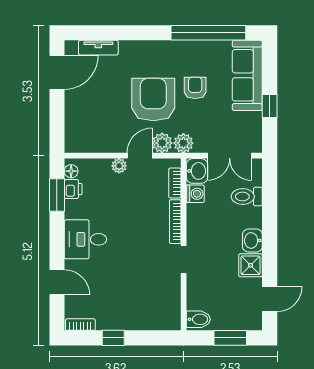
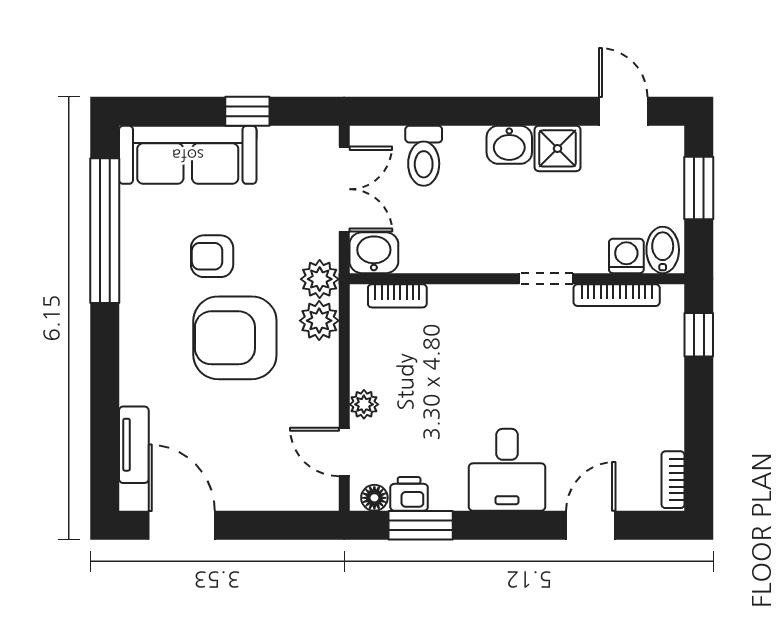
door: (140, 156) -> (344, 452), moved
washing machine: (195, 194) -> (626, 256), moved
bookcase: (175, 222) -> (617, 295), moved
window: (113, 338) -> (699, 335), moved

